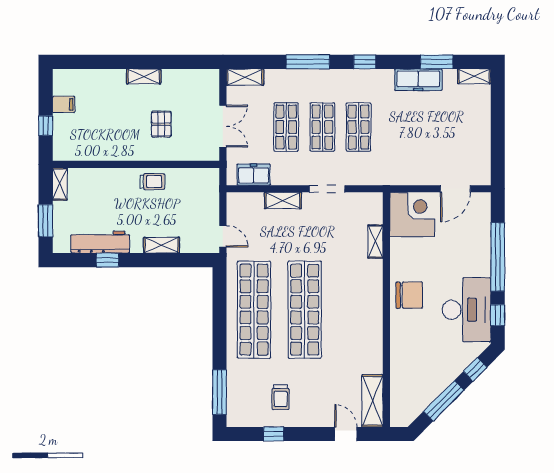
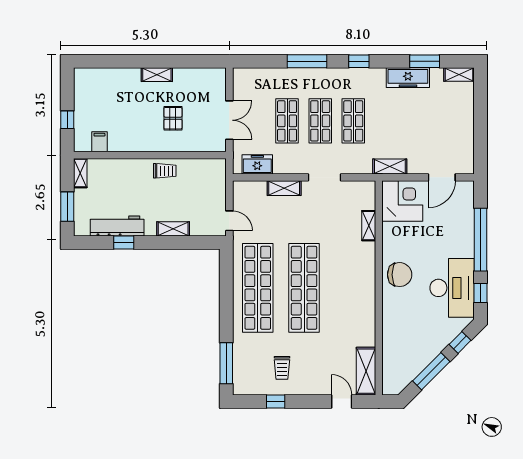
shelving: (245, 77) -> (390, 167), moved
filing cabinet: (64, 104) -> (99, 142), moved, turned -90

